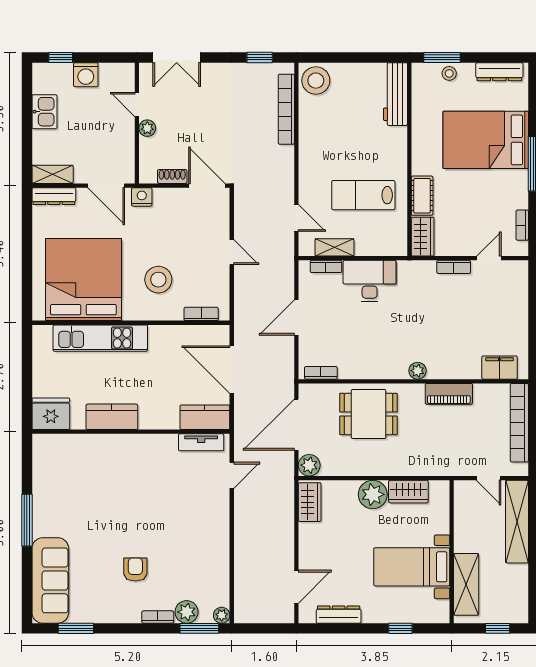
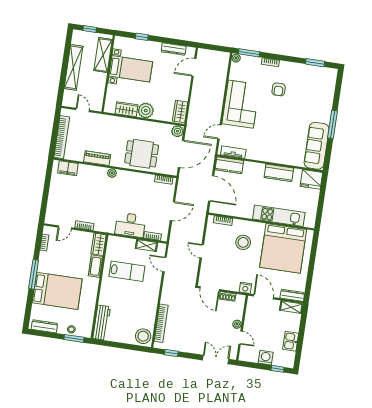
shelving: (517, 522) -> (73, 67), moved
corner sofa: (200, 532) -> (241, 104), added
sofa: (50, 580) -> (317, 146), moved
plant: (187, 612) -> (255, 63), removed

